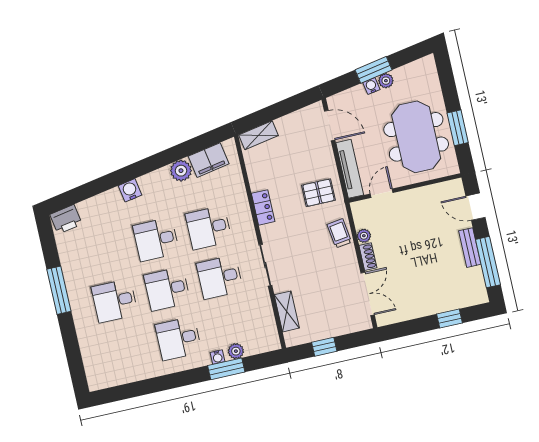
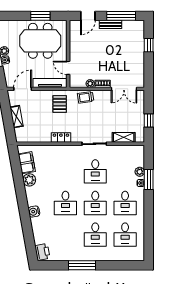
shelving: (258, 135) -> (16, 117), moved
desk: (209, 228) -> (125, 235), moved
double door: (368, 294) -> (124, 89), swing flipped

